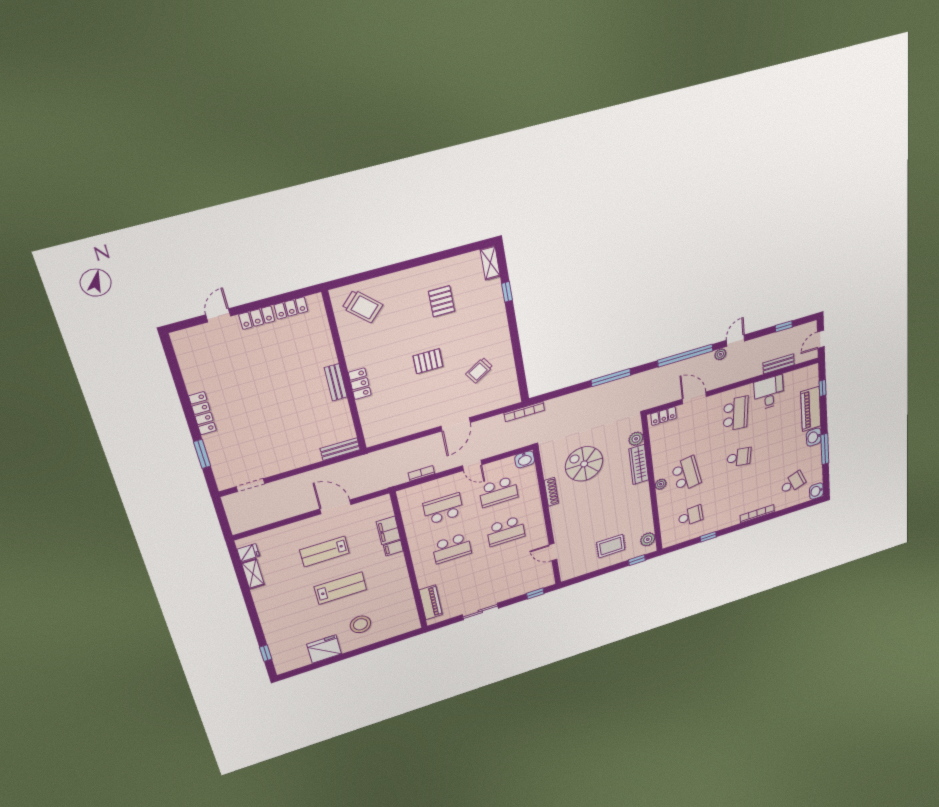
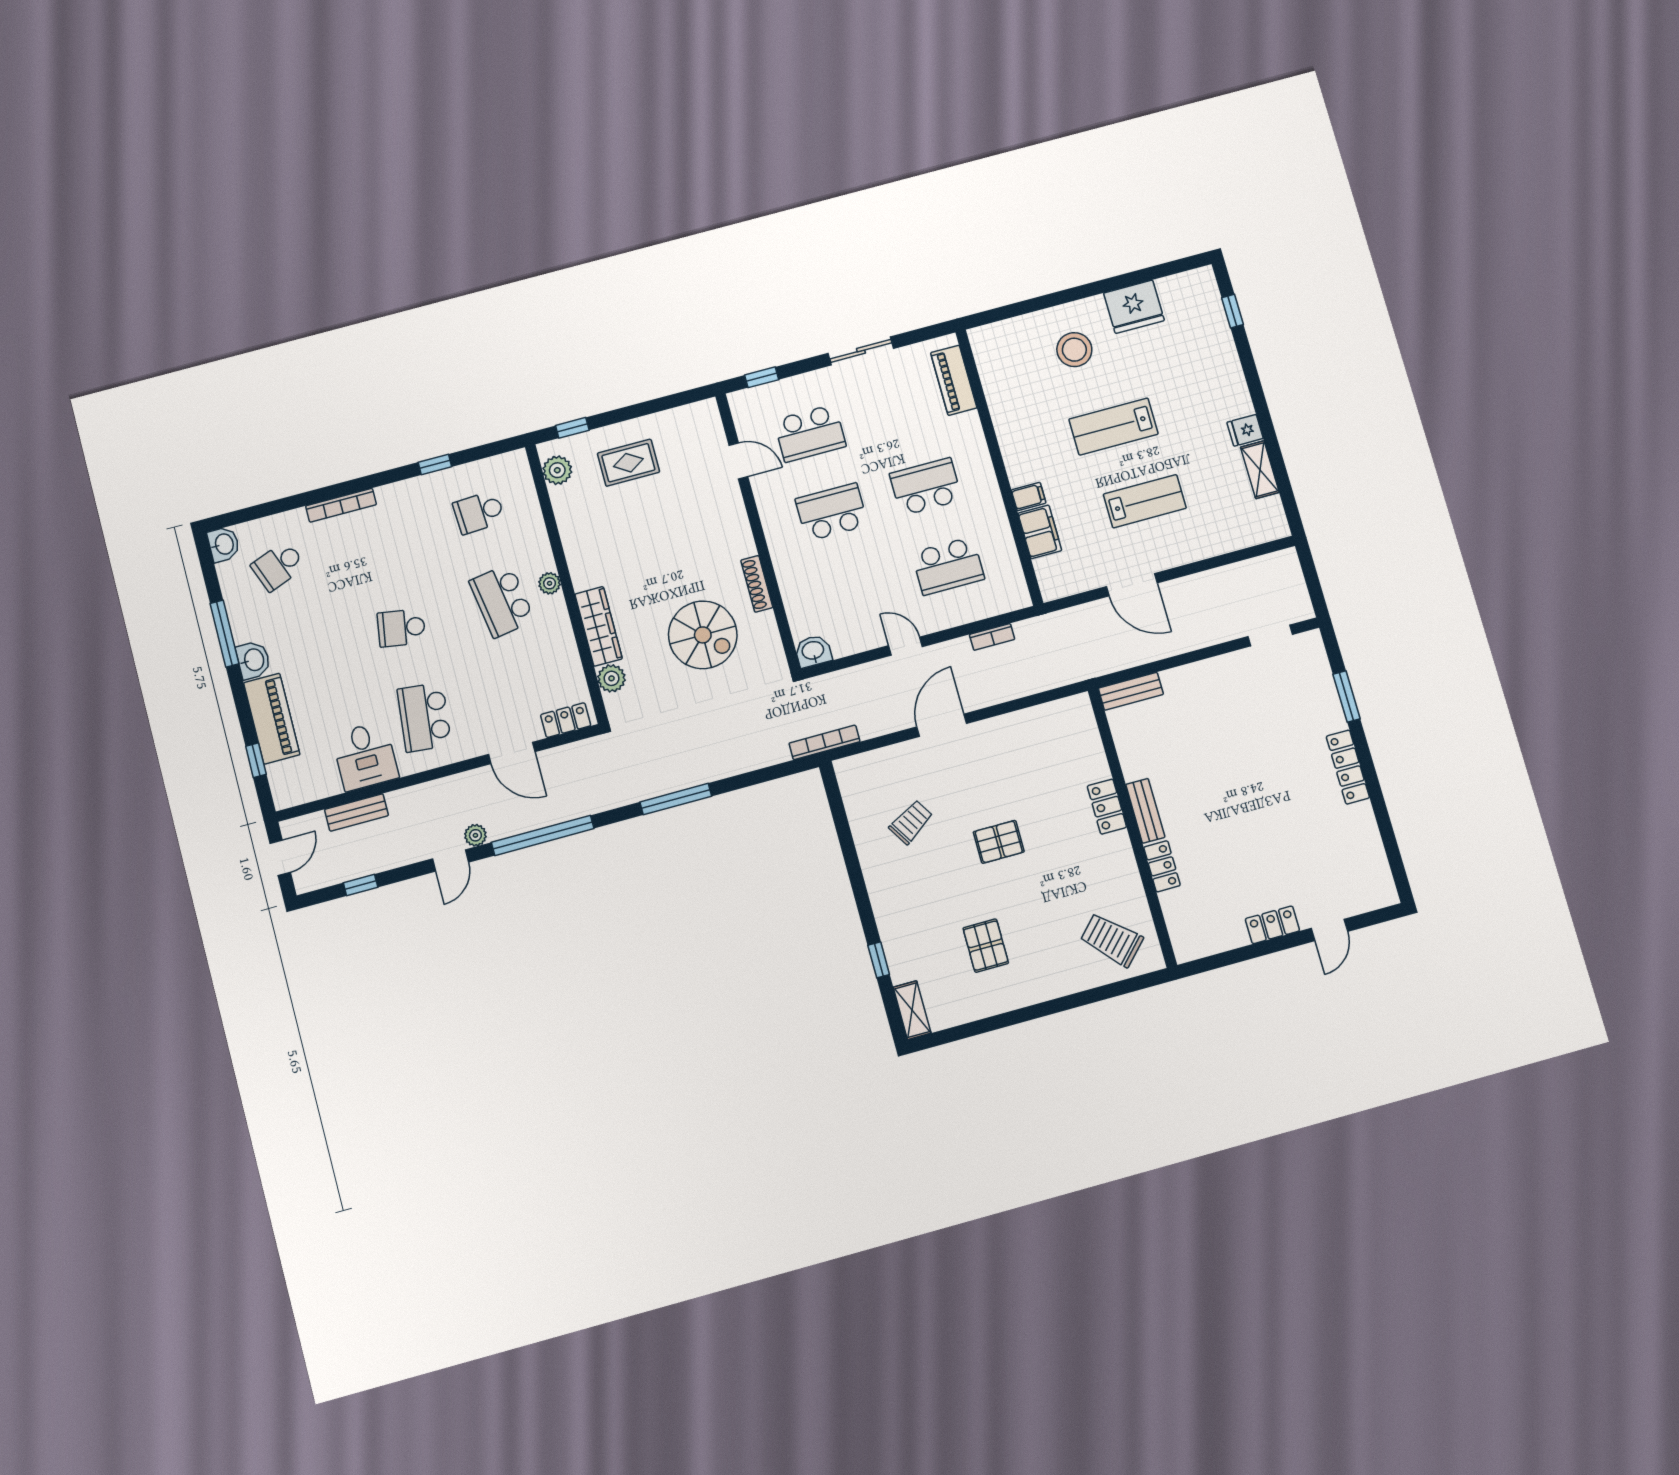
locker: (291, 308) -> (1162, 866), moved, turned 90
school desk: (498, 492) -> (810, 433), moved, turned 180
fridge: (248, 553) -> (1245, 430), moved

